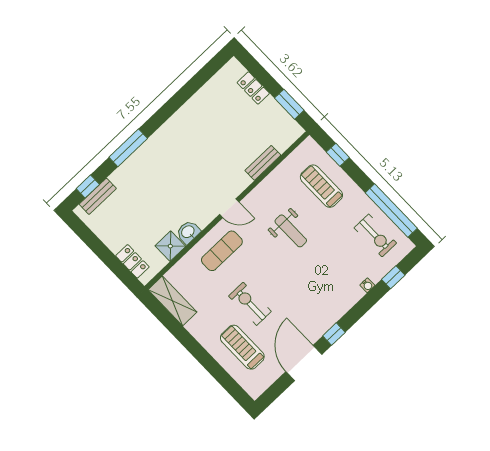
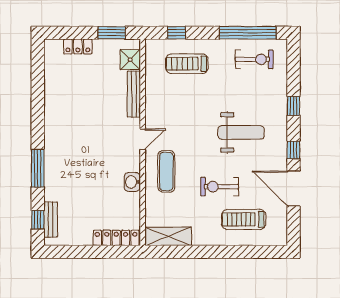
bench: (263, 163) -> (134, 94), width x1.36
weight bench: (291, 231) -> (241, 132), moved, width x1.36, depth x1.33
shower: (170, 246) -> (130, 60), moved
locker: (132, 261) -> (116, 238), width x1.53
window: (393, 277) -> (293, 106), moved
water cooler: (367, 285) -> (282, 97), removed

